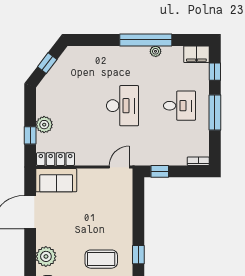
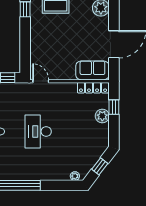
plant: (156, 51) -> (75, 176), moved
door: (119, 167) -> (41, 81), swing flipped

